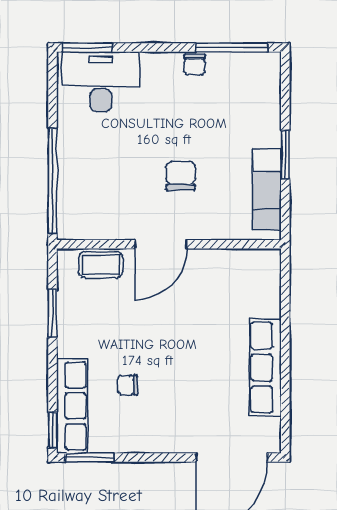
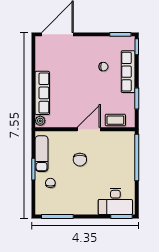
chair: (194, 65) -> (50, 183), moved
plant: (270, 263) -> (40, 121), added
row of seats: (265, 367) -> (42, 93), moved
row of seats: (72, 406) -> (128, 72), moved

